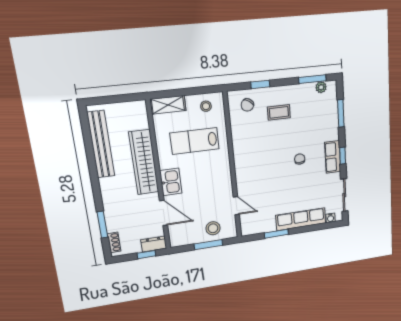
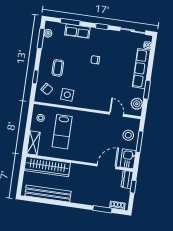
side table: (246, 135) -> (67, 95), added
row of seats: (333, 157) -> (77, 31), moved
wardrobe: (144, 162) -> (47, 167), moved
kitchen sink: (171, 182) -> (128, 159), moved, turned -90
door: (236, 206) -> (116, 114), hinge flipped
plant: (256, 227) -> (137, 104), added

